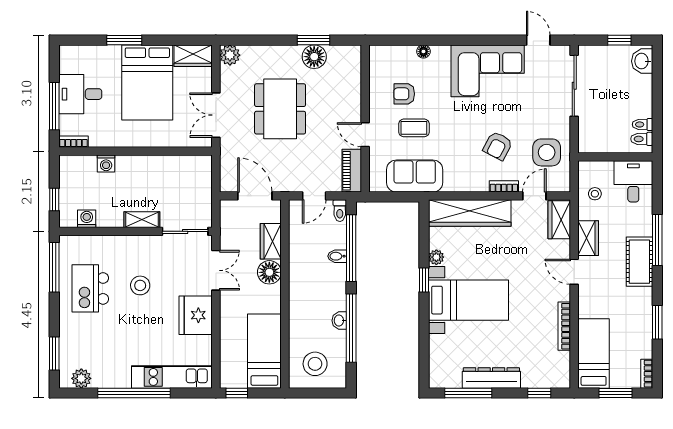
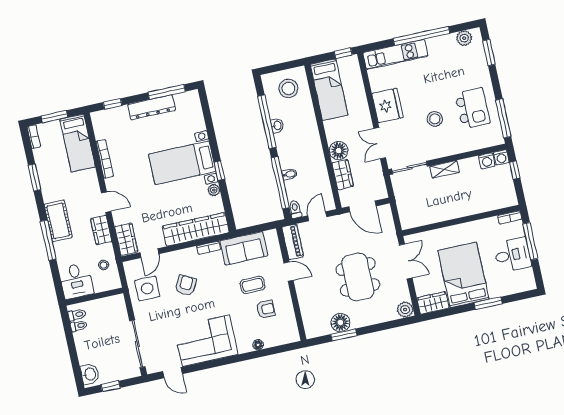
washing machine: (106, 164) -> (501, 157), moved, turned 180
bookcase: (504, 186) -> (209, 248), moved

